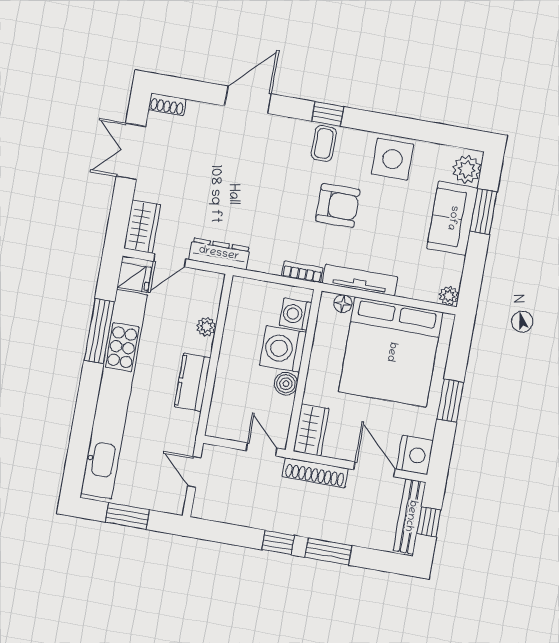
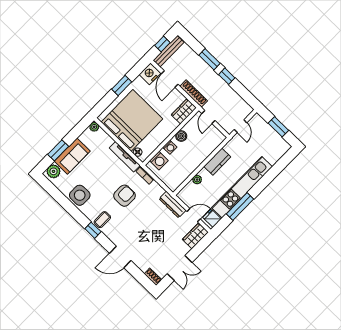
armchair: (338, 205) -> (124, 196), moved, turned 90
washing machine: (283, 349) -> (170, 147), width x0.53, depth x0.53
kitchen unit: (114, 394) -> (242, 187), width x0.73

